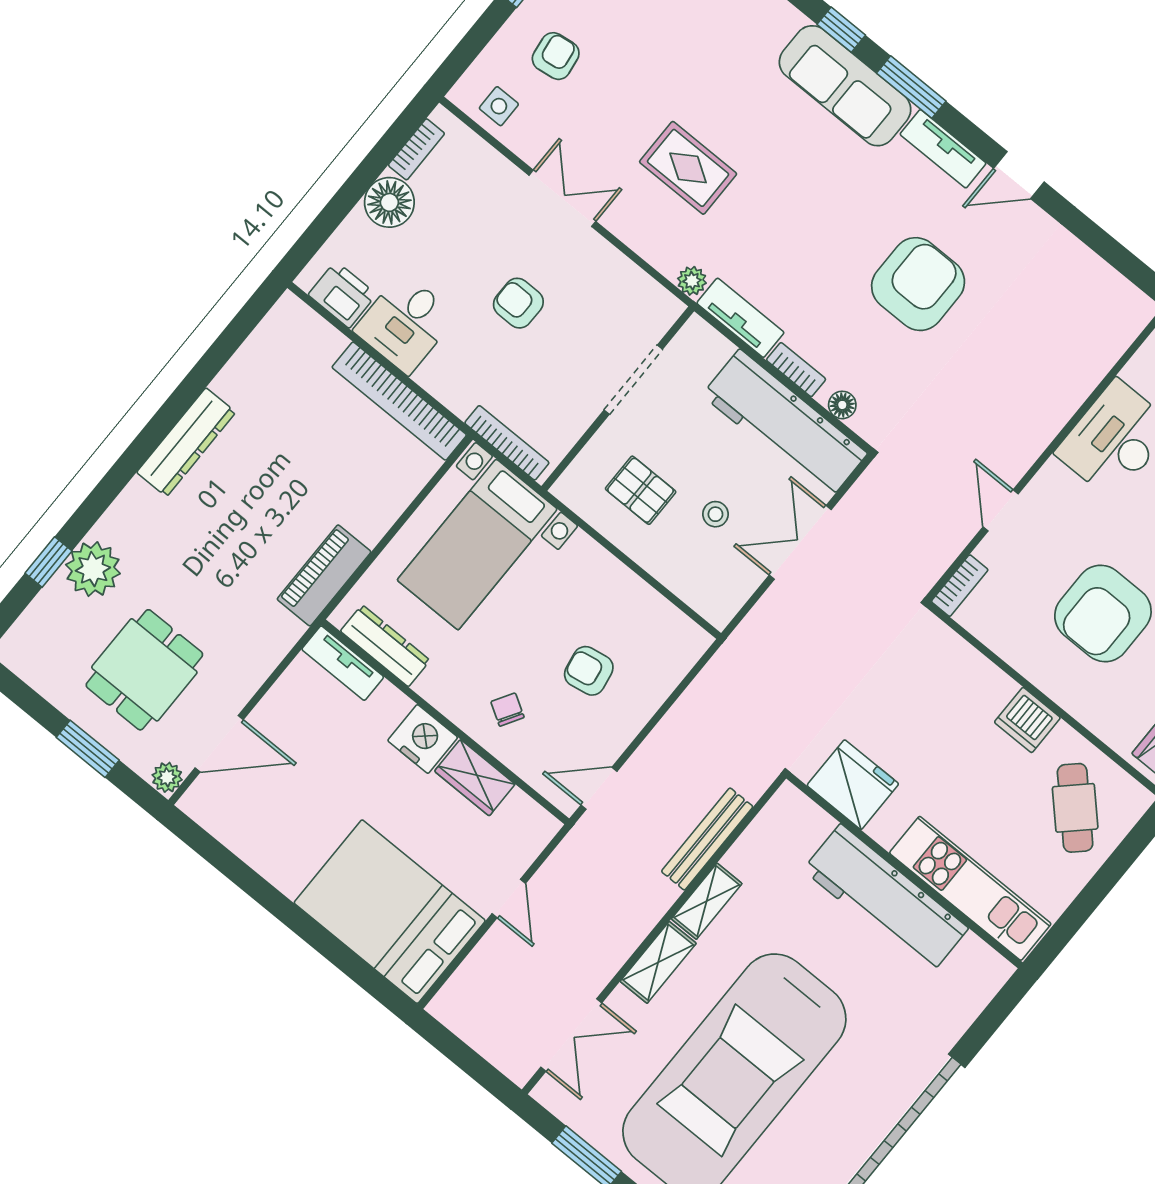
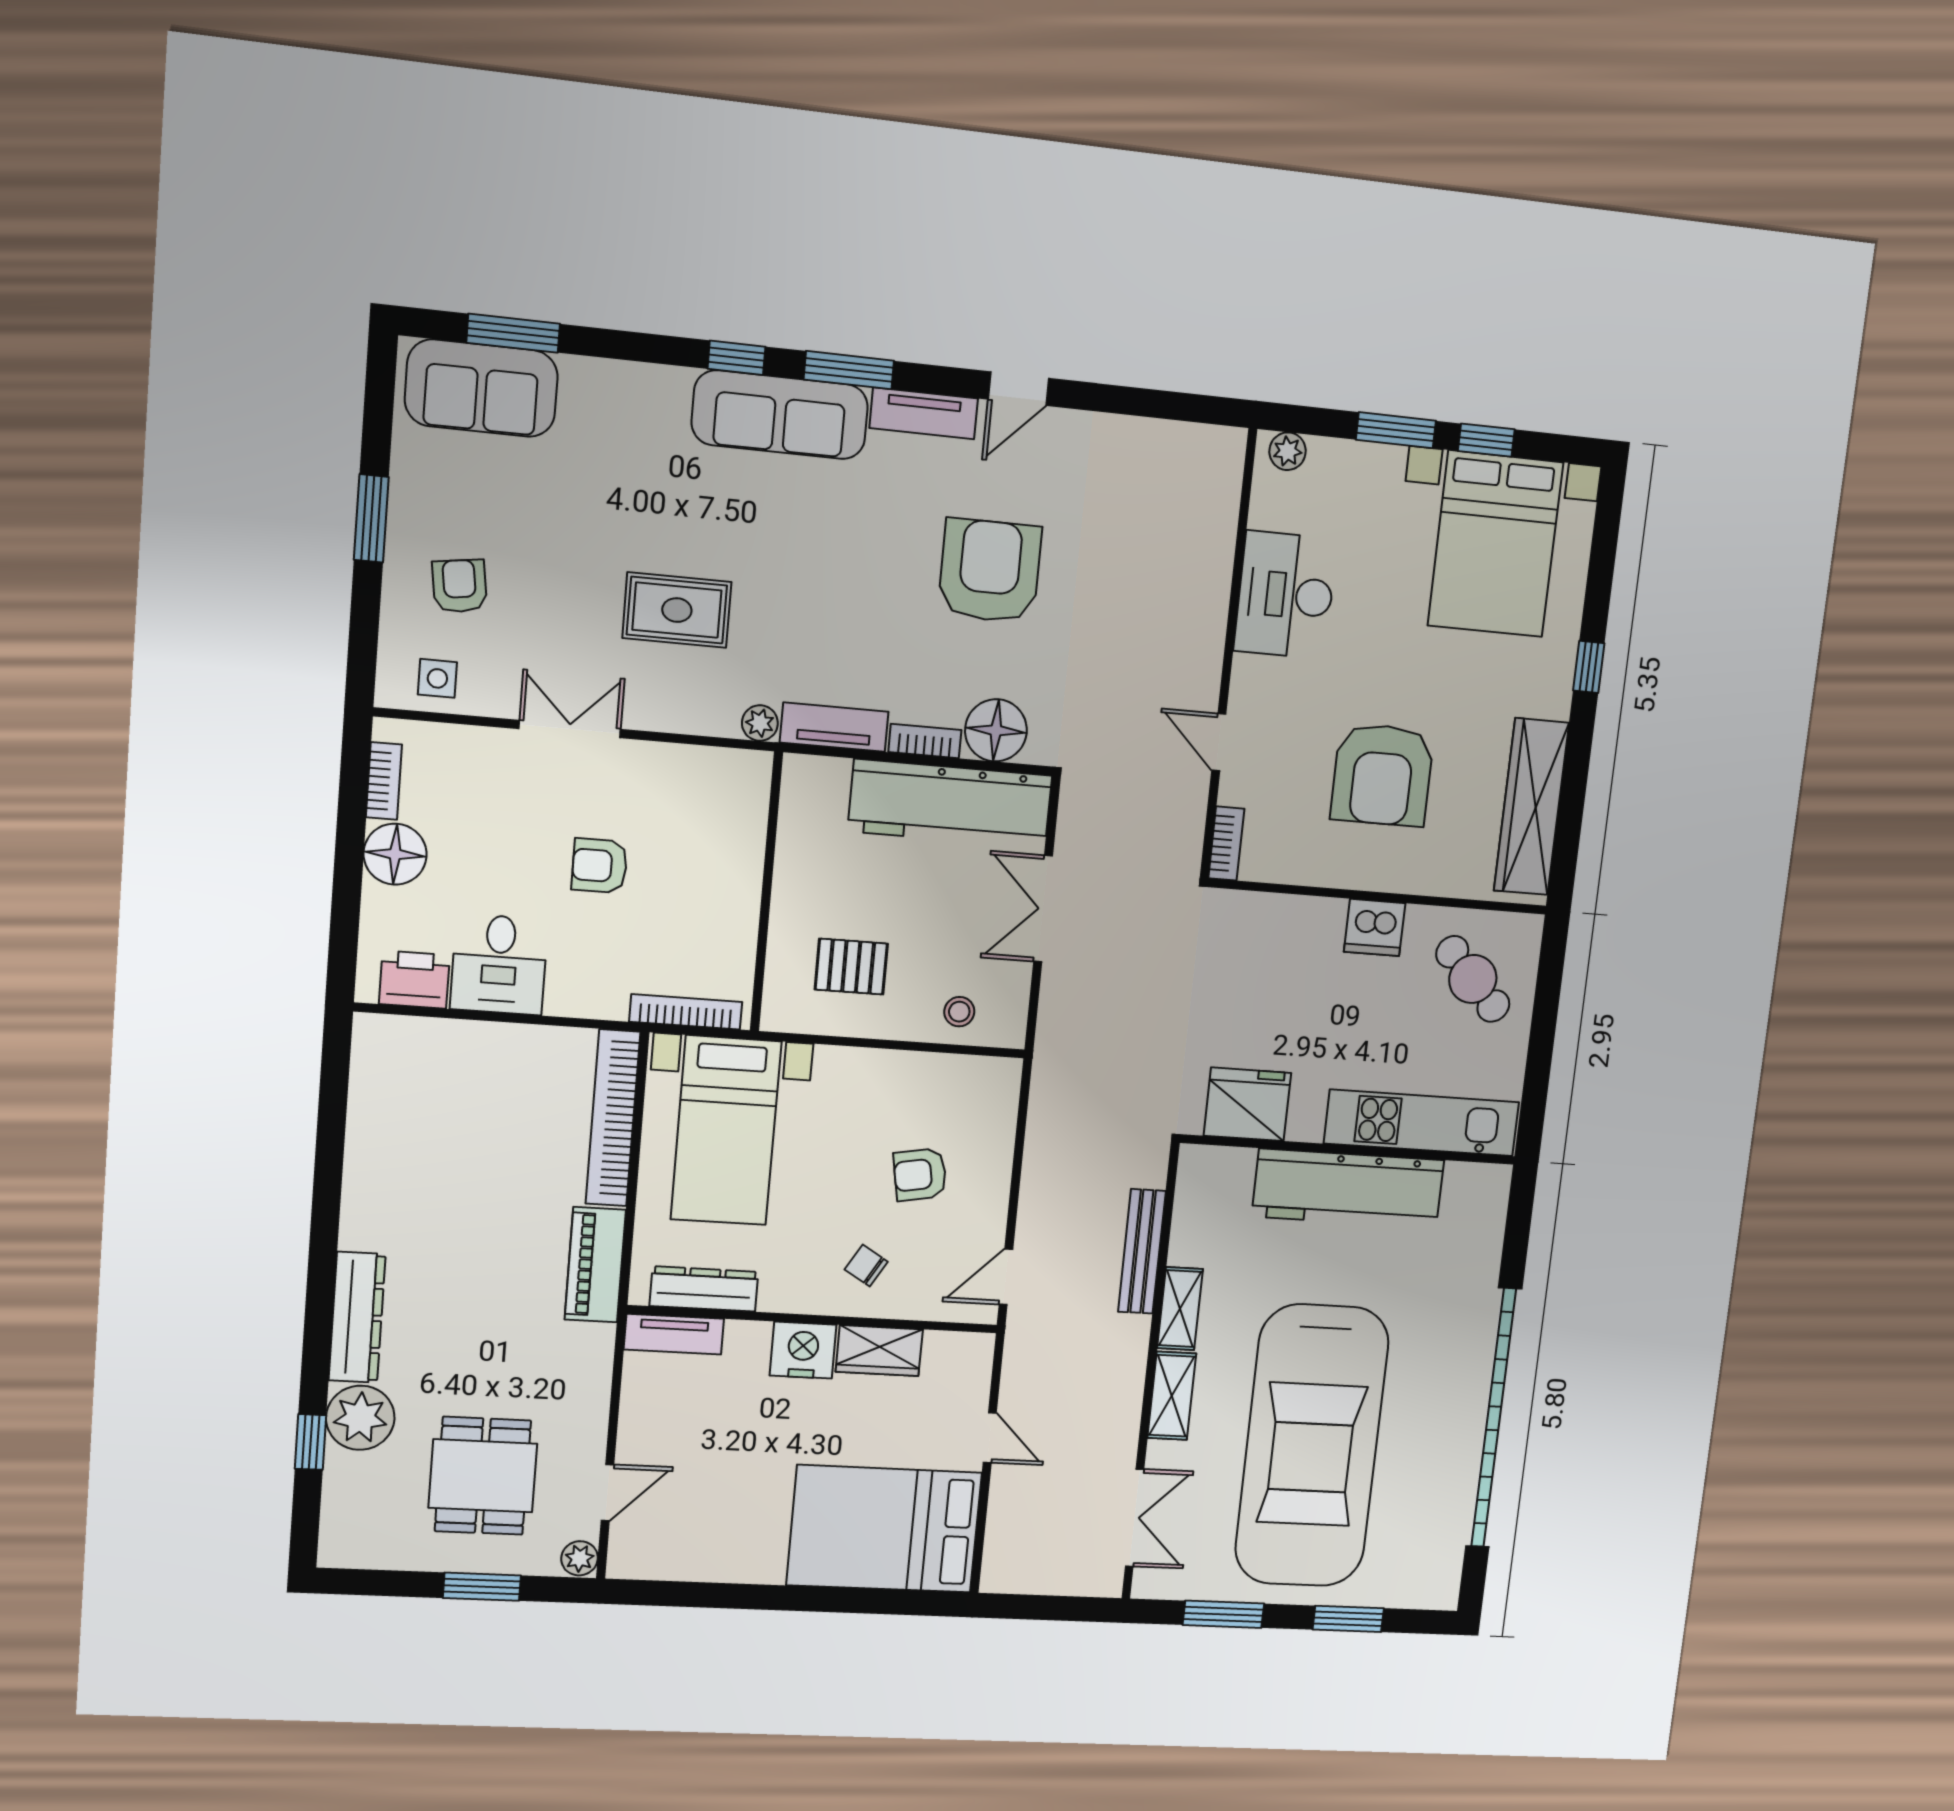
doorway: (633, 380) -> (769, 863), removed
bookcase: (399, 401) -> (613, 1118), moved, turned 90
floor lamp: (842, 405) -> (996, 730), width x1.89, depth x1.89
dresser: (186, 442) -> (357, 1317), moved
stool: (715, 514) -> (959, 1012), moved
door: (219, 744) -> (607, 1493), width x0.73

